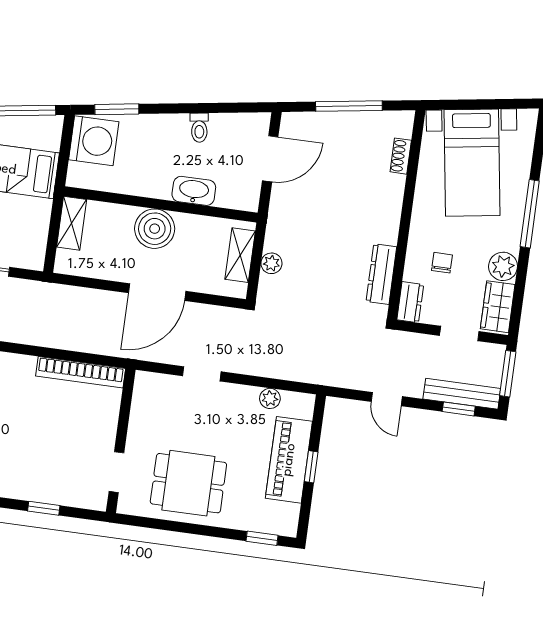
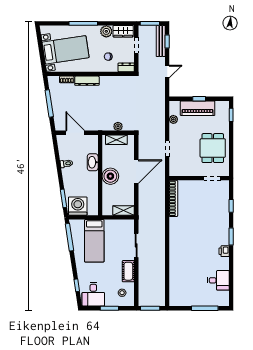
shelving: (72, 223) -> (123, 211), moved
dresser: (381, 274) -> (87, 81), moved
door: (157, 292) -> (136, 172), hinge flipped

